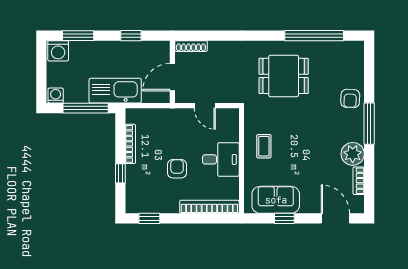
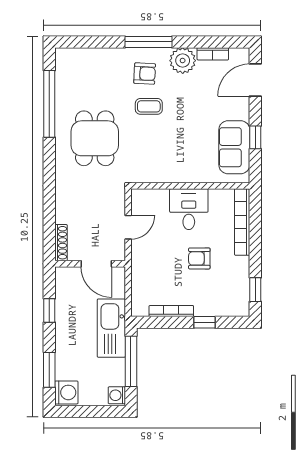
armchair: (350, 98) -> (145, 74), moved
coffee table: (264, 146) -> (149, 106), moved

